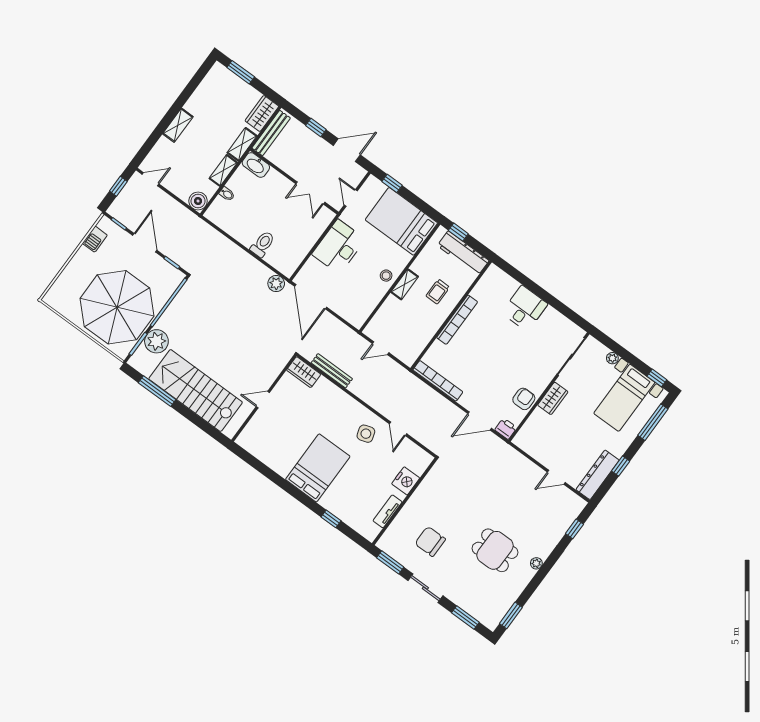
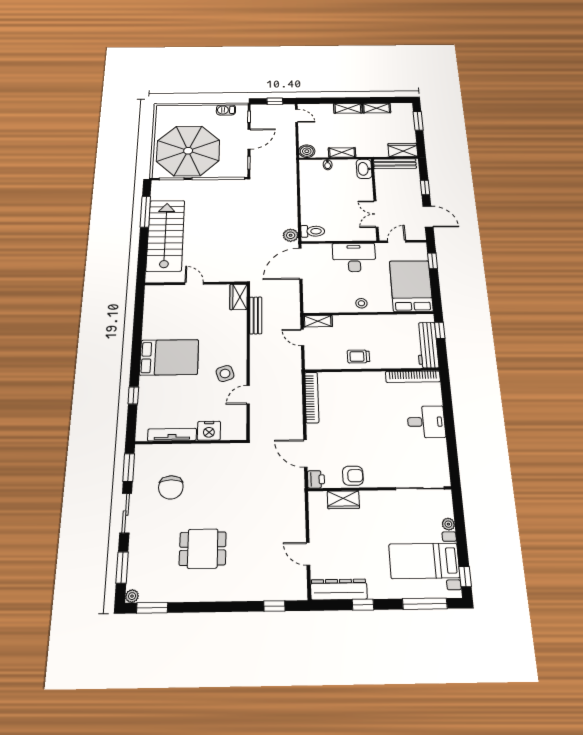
shelving: (242, 144) -> (377, 108), moved
toilet: (263, 244) -> (313, 231), moved
shelving: (405, 284) -> (318, 321), moved
trolley: (438, 292) -> (358, 356), moved
bookcase: (457, 320) -> (413, 377), moved
plant: (156, 341) -> (183, 189), removed
wardrobe: (553, 398) -> (343, 500), moved
tv unit: (388, 511) -> (172, 435), width x1.41
chair: (430, 541) -> (171, 487), turned 180
dining table: (495, 550) -> (203, 549), turned 90
plant: (536, 563) -> (132, 596), moved

